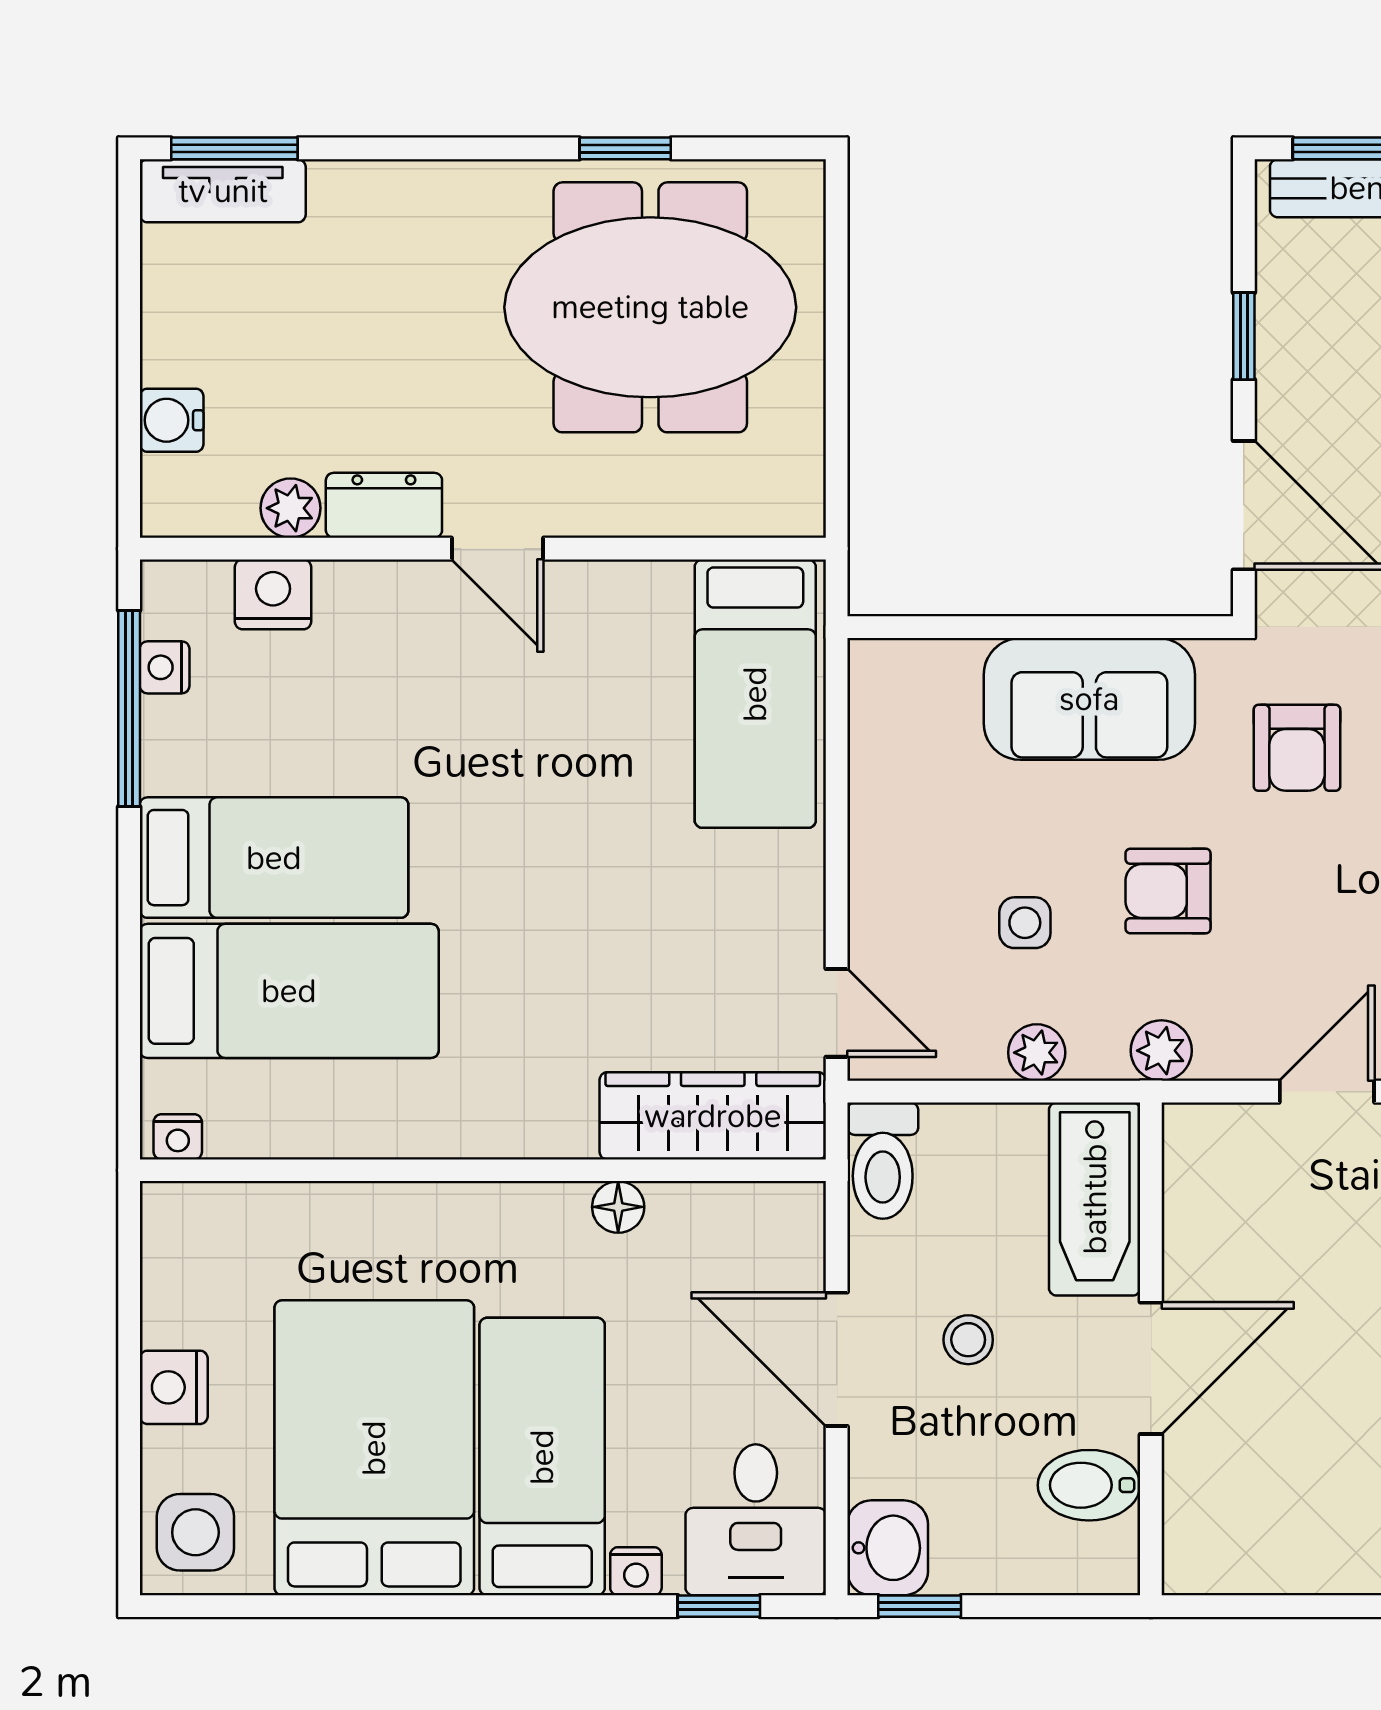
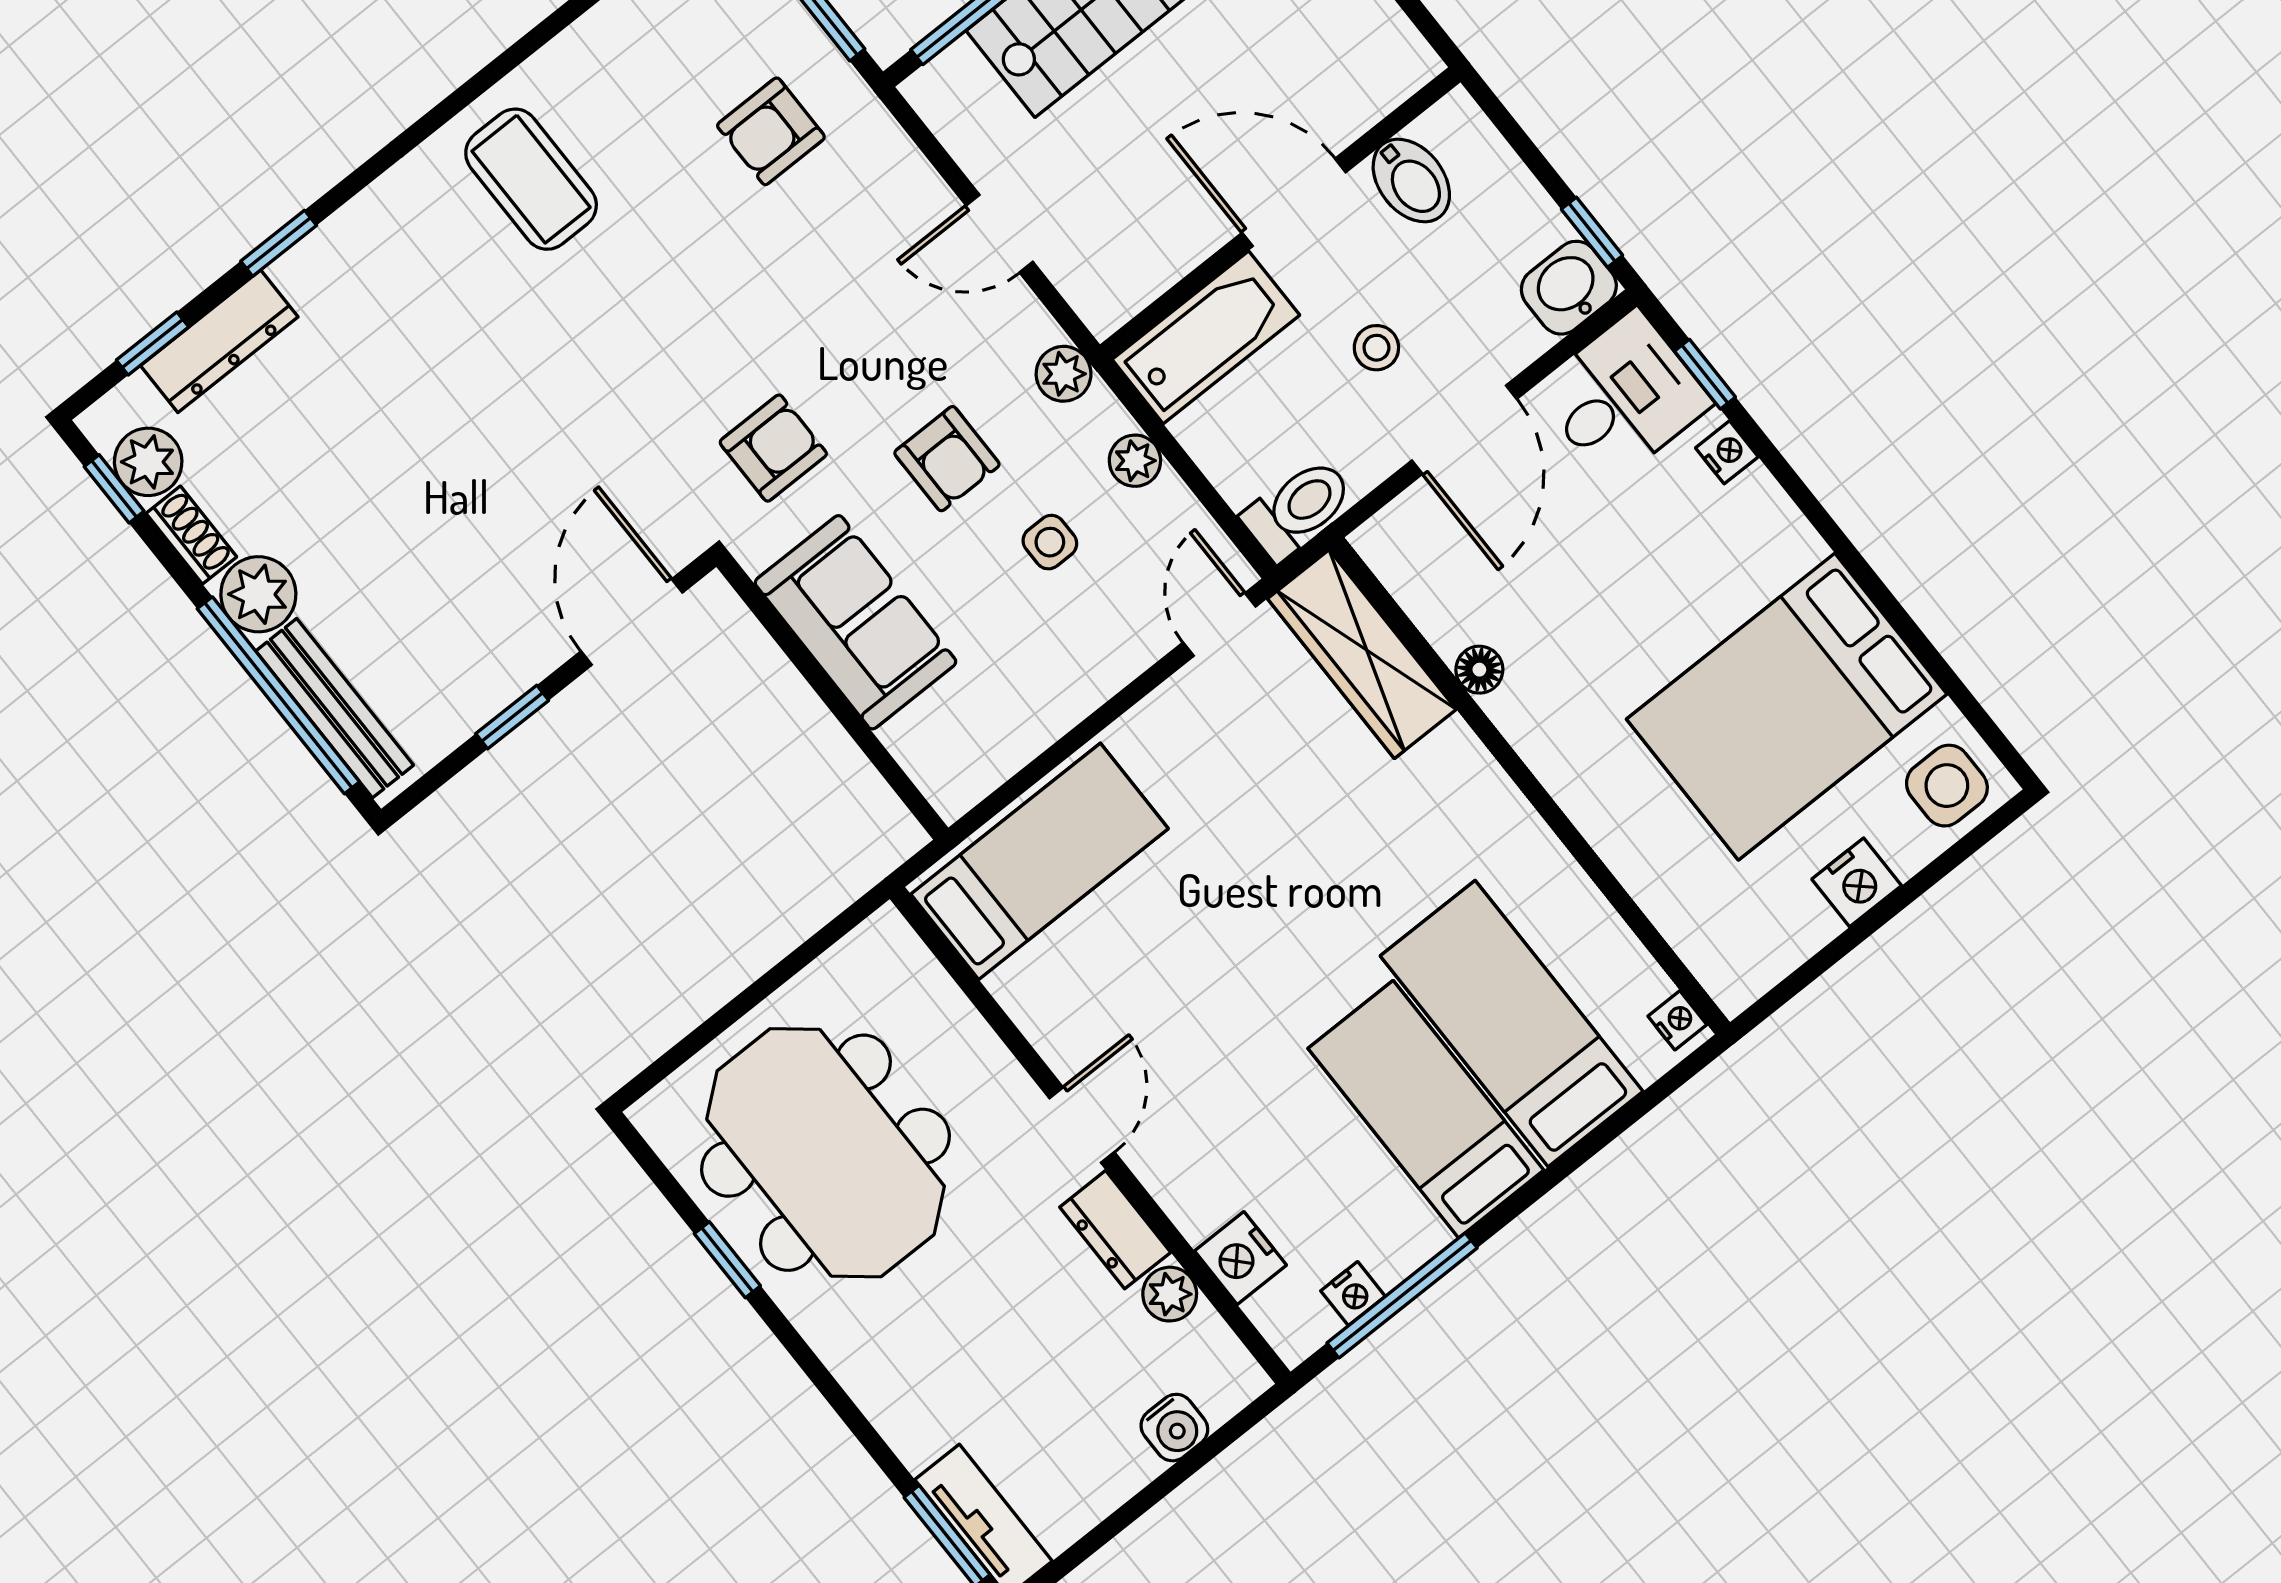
bed: (542, 1457) -> (1698, 583), removed

